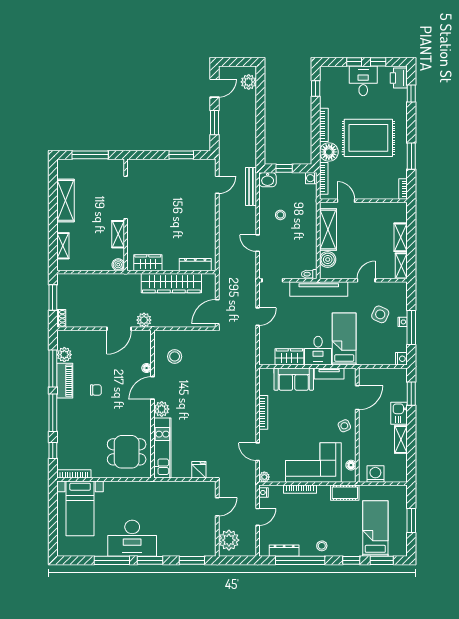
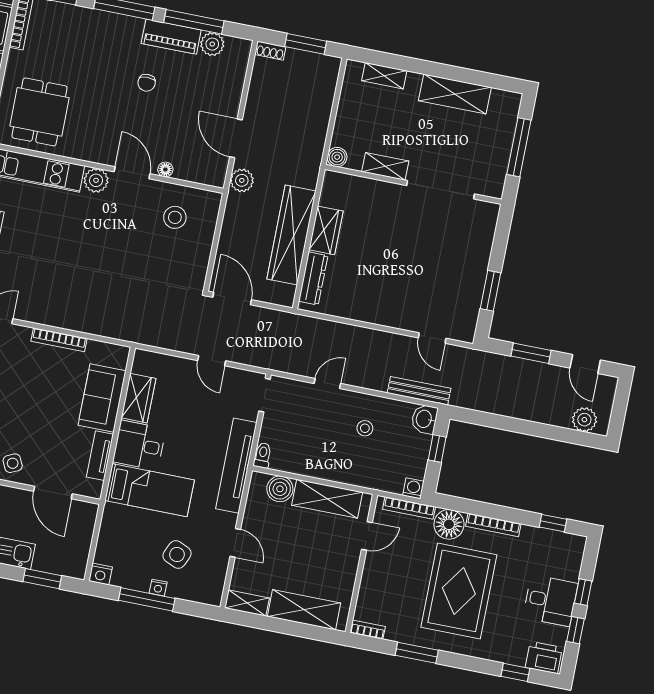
shelving: (401, 237) -> (304, 610), width x1.50, depth x1.33
wardrobe: (148, 263) -> (326, 230), moved

